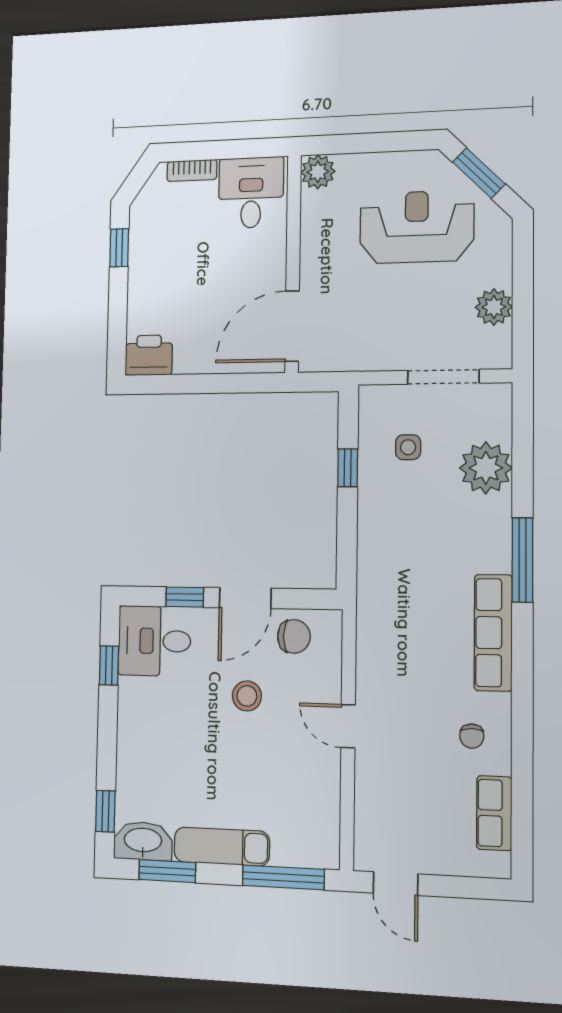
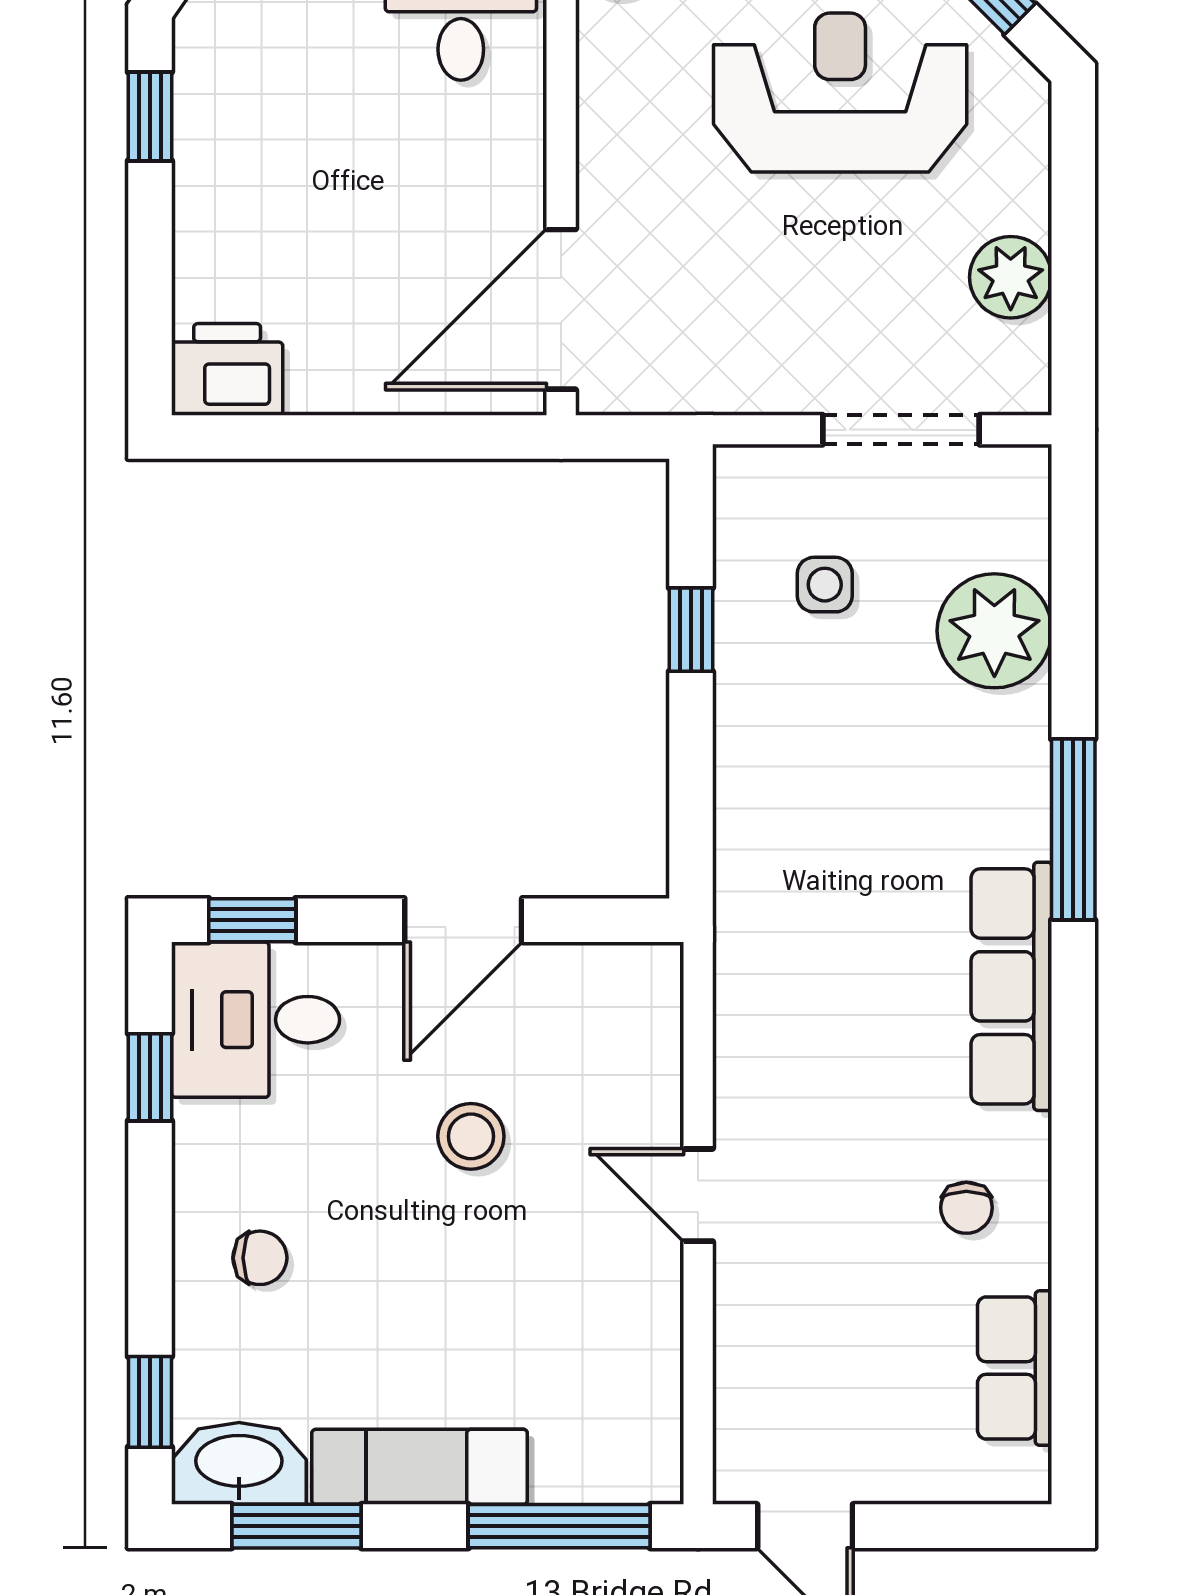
window: (185, 597) -> (252, 920), moved
chair: (294, 636) -> (260, 1258), moved, width x0.73, depth x0.73

